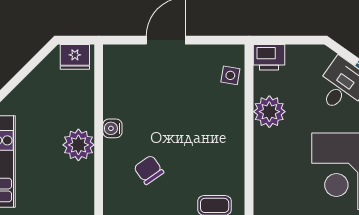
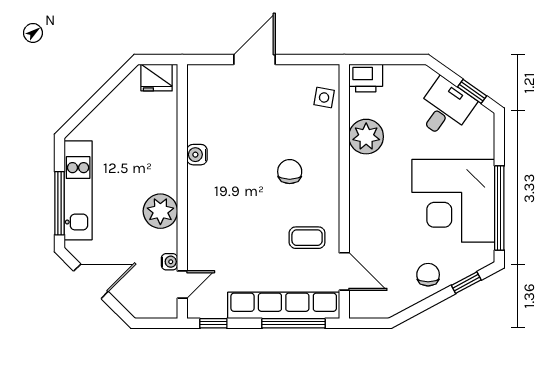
plant: (78, 145) -> (160, 211), moved
chair: (149, 170) -> (290, 172), moved, turned 35

